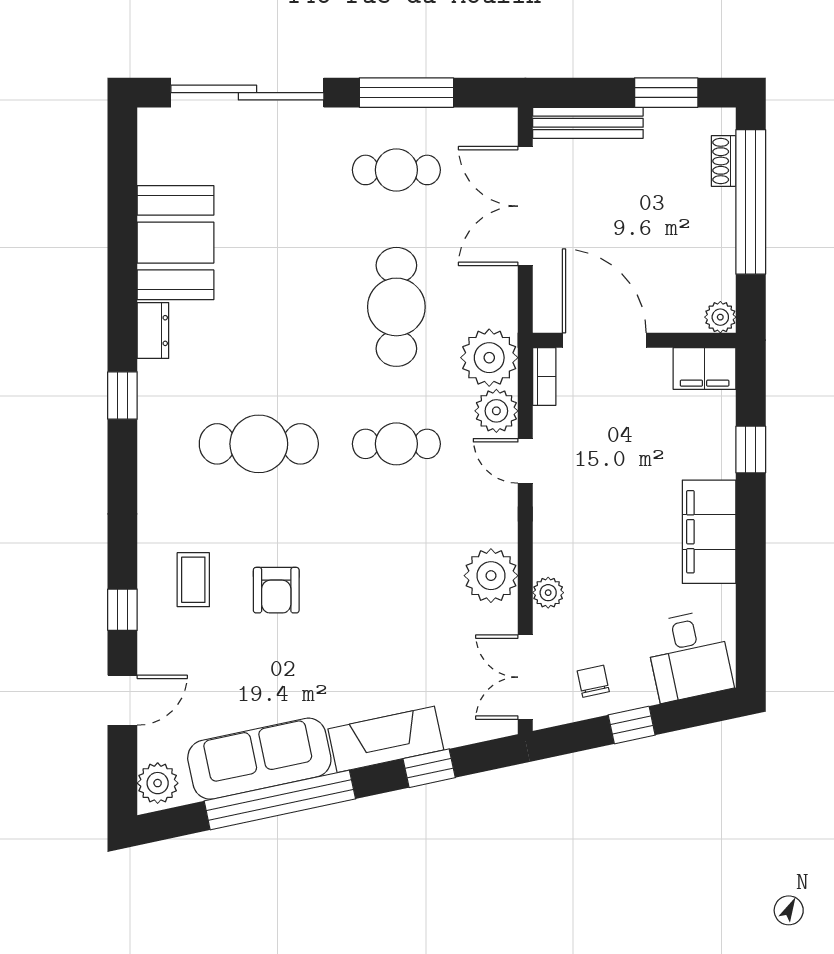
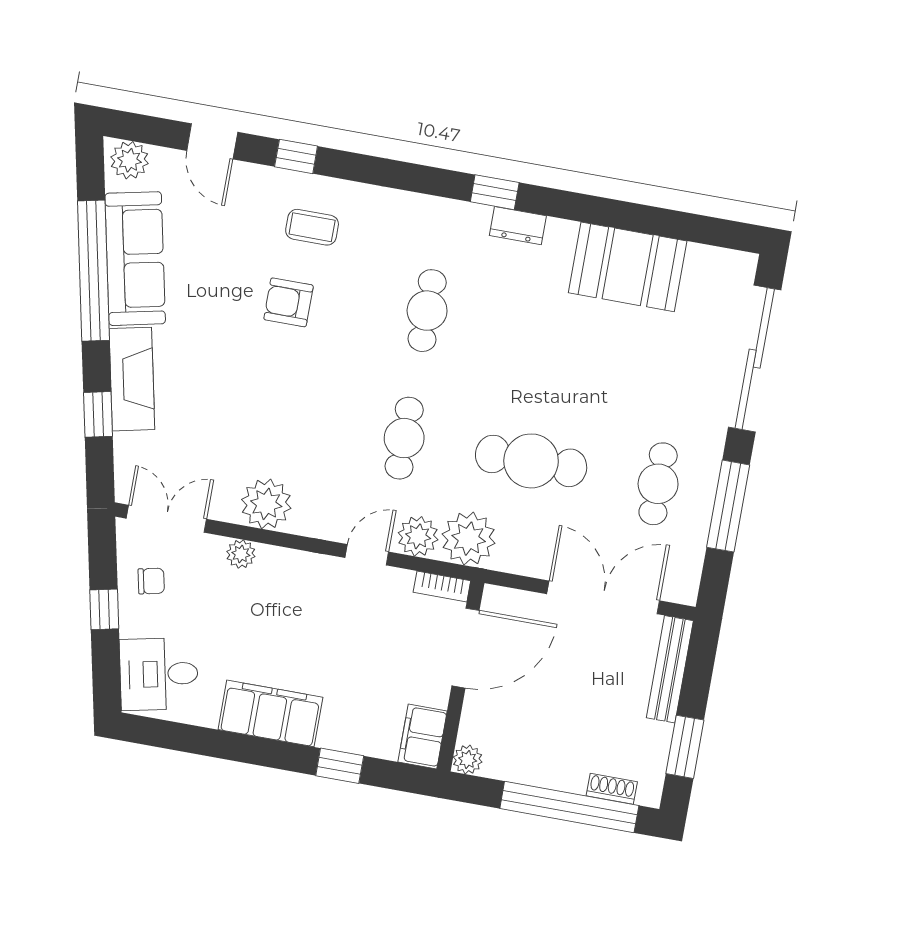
dresser: (153, 331) -> (518, 226), moved
cafe table: (259, 444) -> (427, 311), width x0.73, depth x0.74

